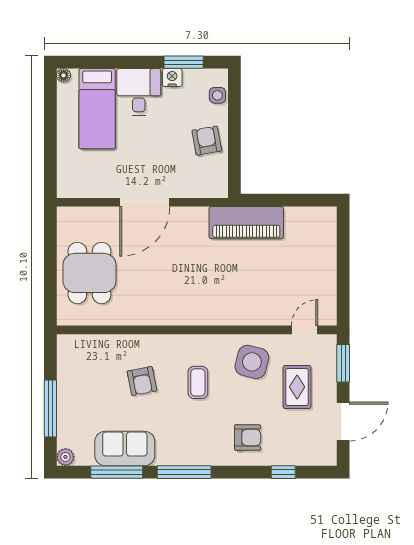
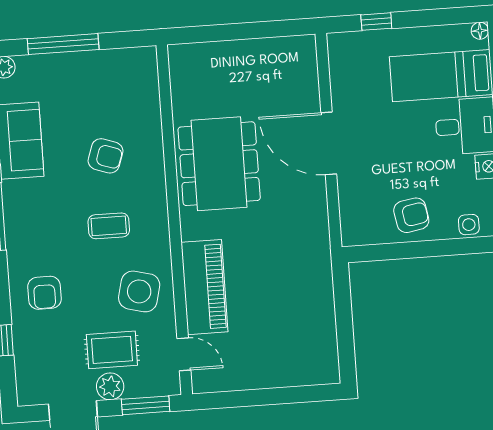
window: (50, 157) -> (376, 22), added
piano: (246, 223) -> (205, 287), moved, turned 180
dining table: (89, 273) -> (219, 164), moved, width x1.38
armchair: (142, 381) -> (106, 156), turned -150
plant: (326, 391) -> (110, 386), added

